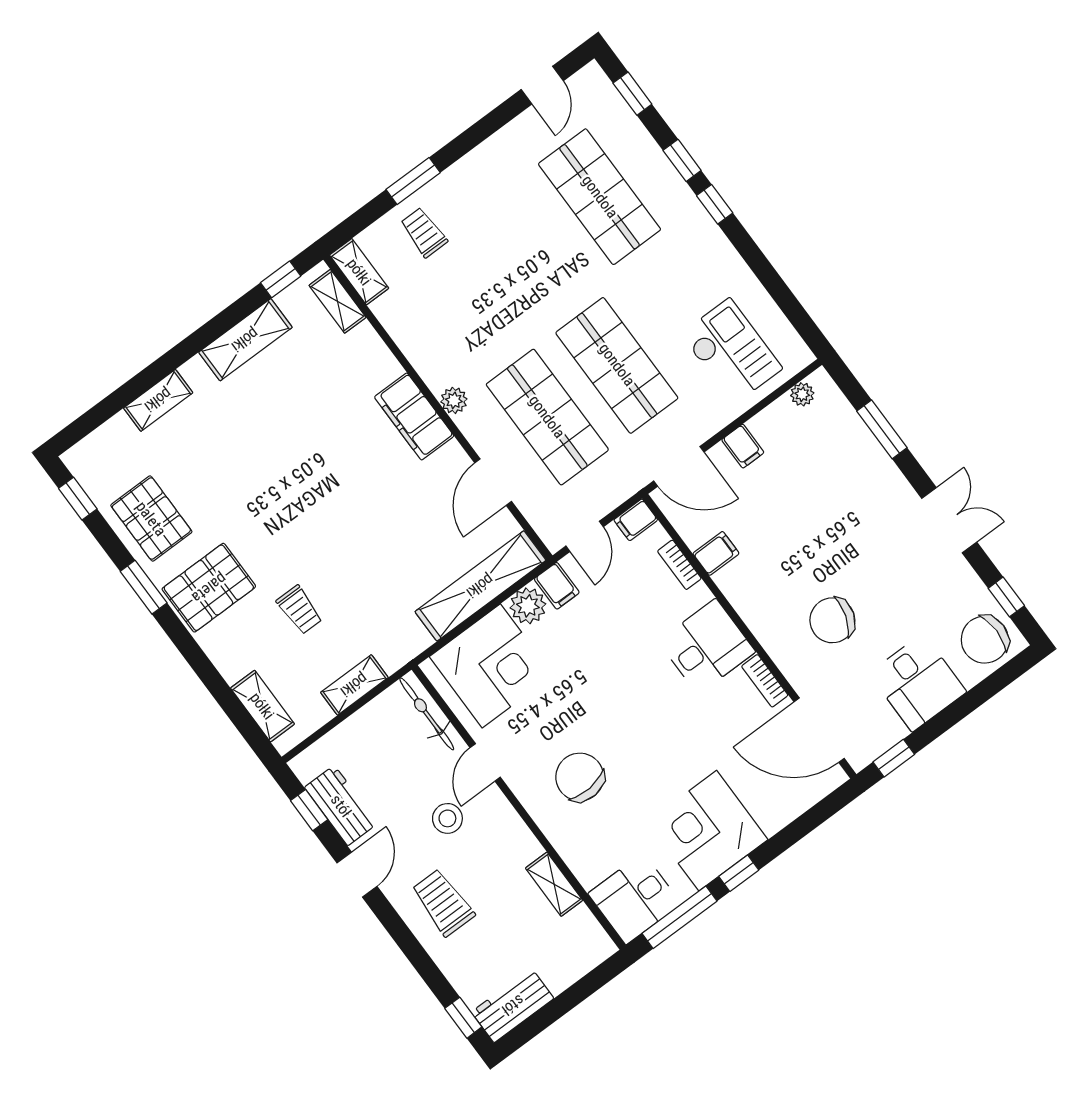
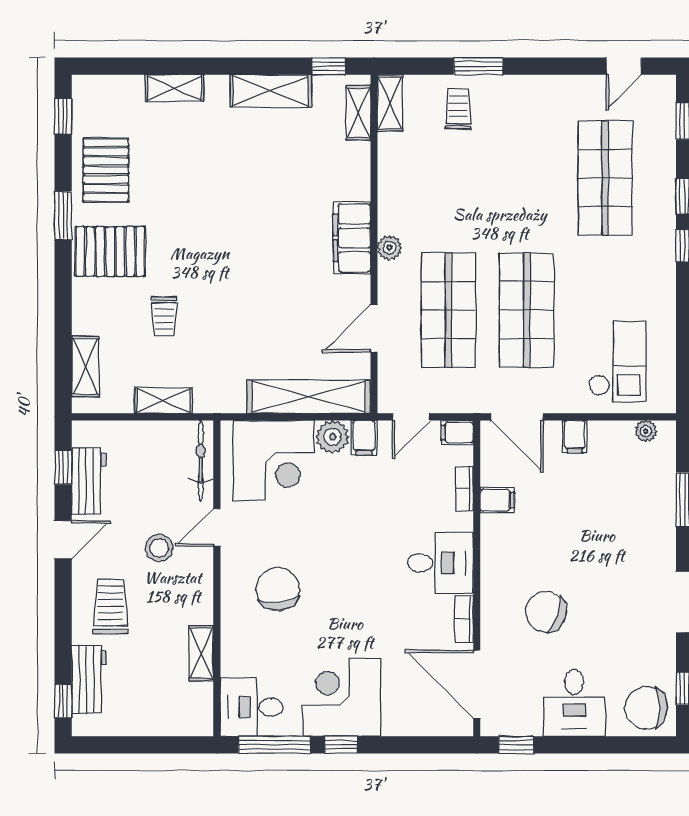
workbench: (513, 1005) -> (89, 679), moved, turned 90

